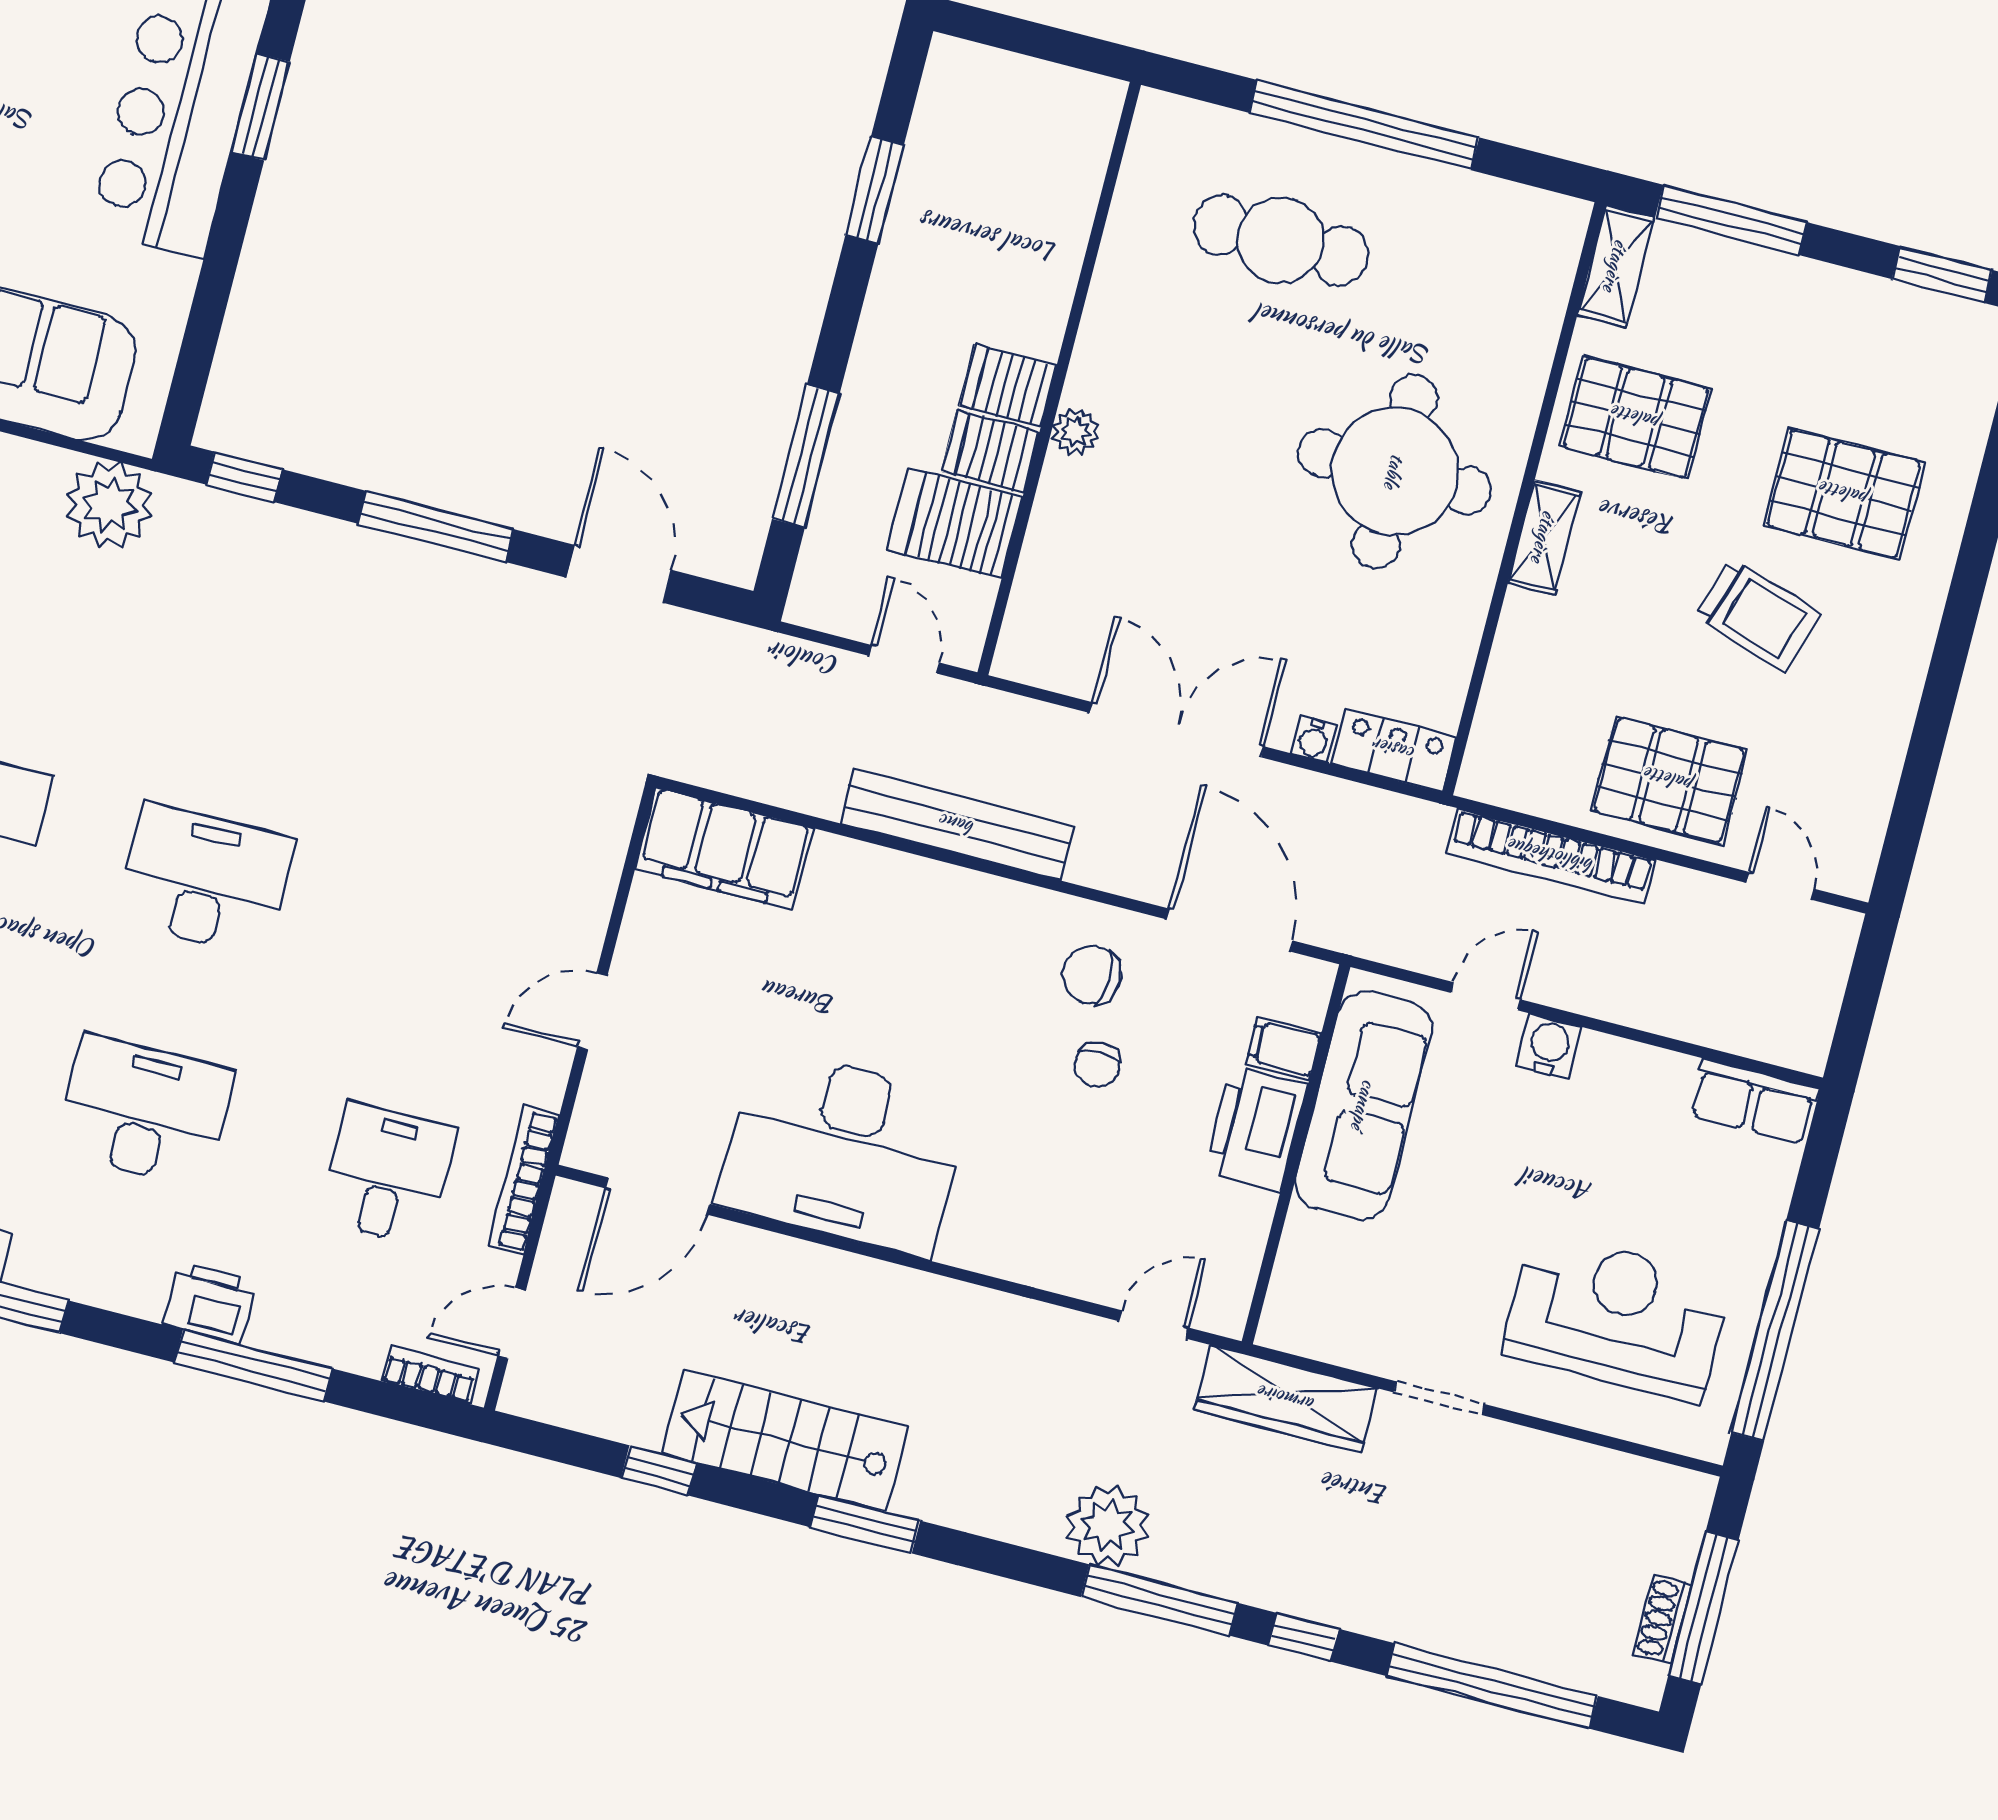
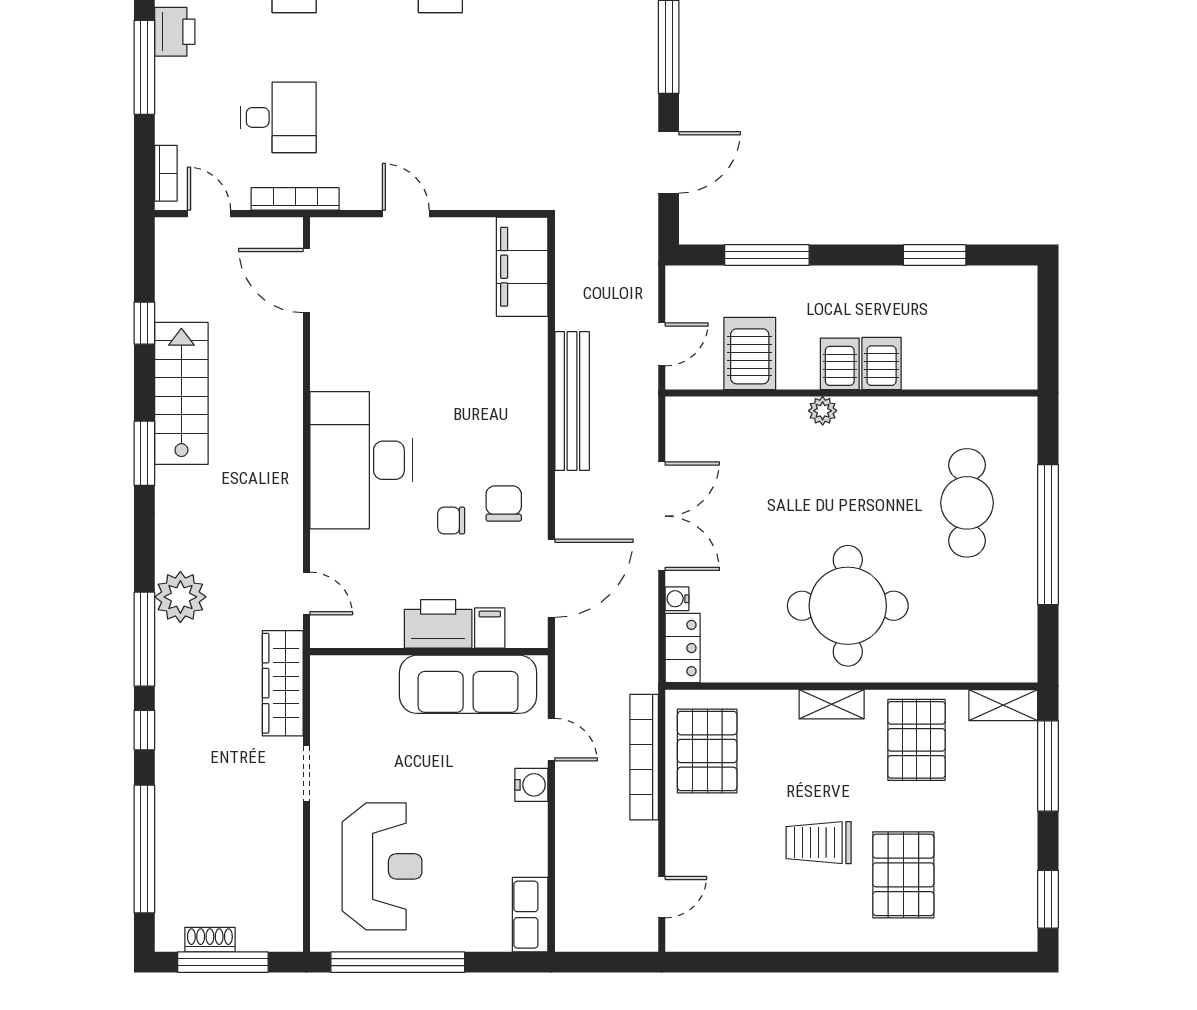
server rack: (991, 451) -> (882, 364), moved
trolley: (1758, 615) -> (819, 843), turned 73
pallet: (1669, 780) -> (707, 751), moved
desk: (843, 1152) -> (361, 460), moved

